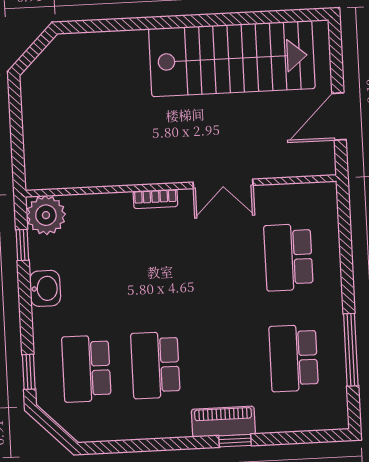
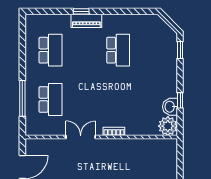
window: (22, 245) -> (180, 100), moved
washbasin: (45, 288) -> (170, 107), moved
window: (351, 350) -> (22, 98), moved
school desk: (86, 369) -> (152, 50), removed

